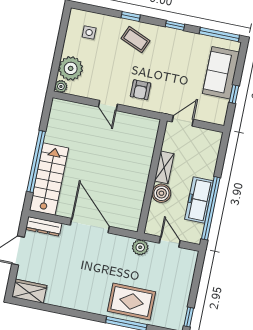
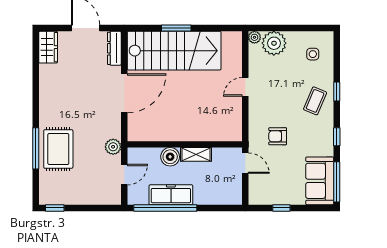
sofa: (221, 73) -> (320, 181), moved, turned -90
armchair: (141, 90) -> (278, 136), moved
window: (36, 161) -> (176, 28), width x0.47
stairs: (49, 179) -> (174, 51), width x1.36, depth x1.51

